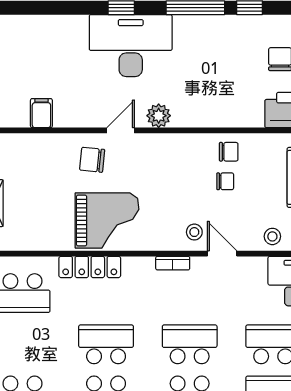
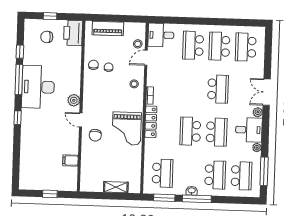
desk: (131, 46) -> (38, 87), moved
grand piano: (107, 220) -> (127, 129), turned 180
door: (222, 254) -> (146, 58), moved
locker: (90, 267) -> (151, 122), moved
school desk: (190, 344) -> (192, 88), removed

